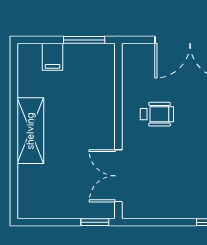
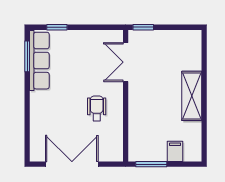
wheelchair: (157, 114) -> (97, 108), turned 90
double door: (118, 176) -> (126, 62), swing flipped

